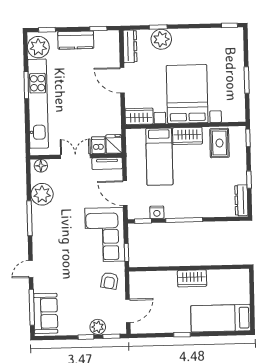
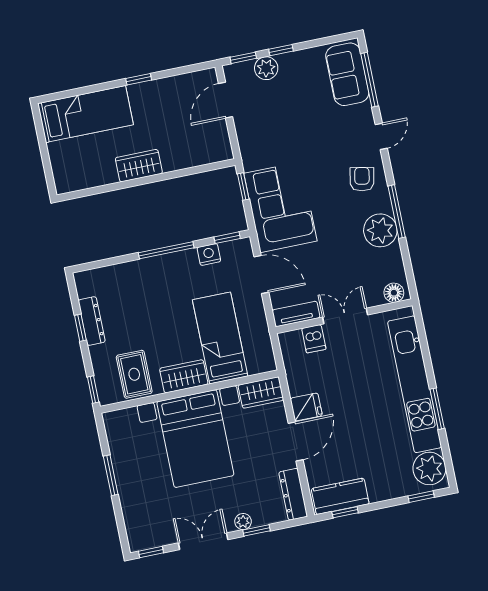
double door: (194, 26) -> (203, 541), added
plant: (161, 39) -> (243, 522), width x0.53, depth x0.53
kitchen counter: (76, 40) -> (340, 496), moved
door: (122, 80) -> (296, 442), hinge flipped
fridge: (114, 144) -> (306, 407), moved, turned -90
double door: (75, 156) -> (345, 316), swing flipped
plant: (42, 194) -> (380, 230), moved
dresser: (241, 200) -> (92, 321), moved
armchair: (109, 281) -> (362, 179), moved

